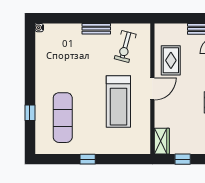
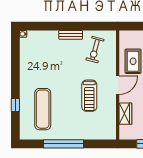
treadmill: (118, 101) -> (89, 96), width x0.73, depth x0.73
wardrobe: (162, 141) -> (125, 114), moved
window: (88, 159) -> (63, 144), width x3.17

